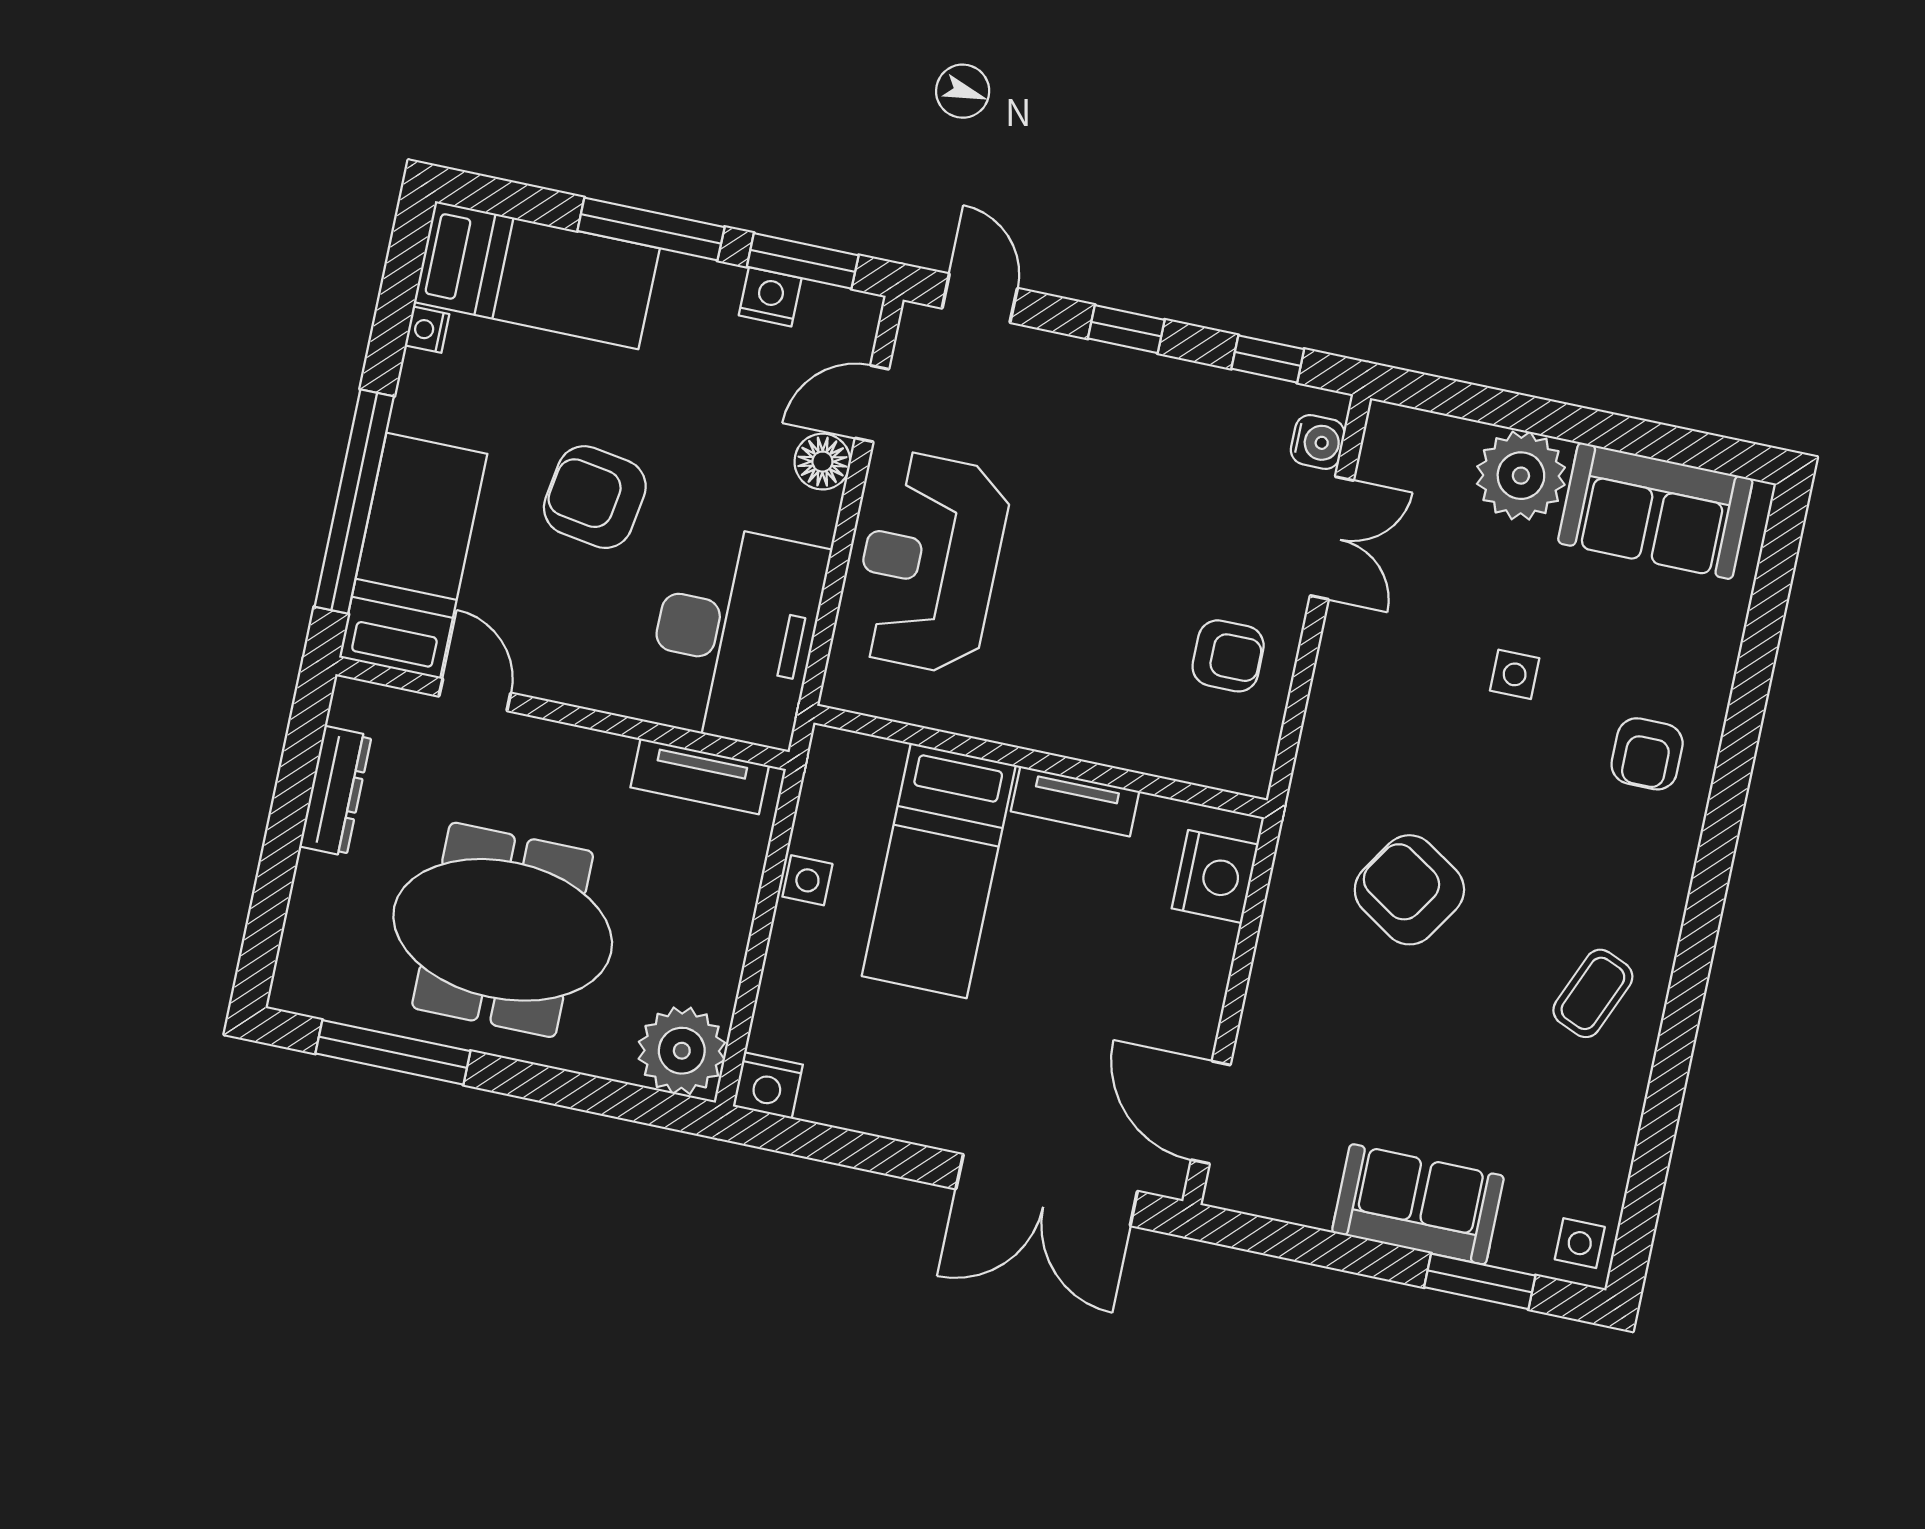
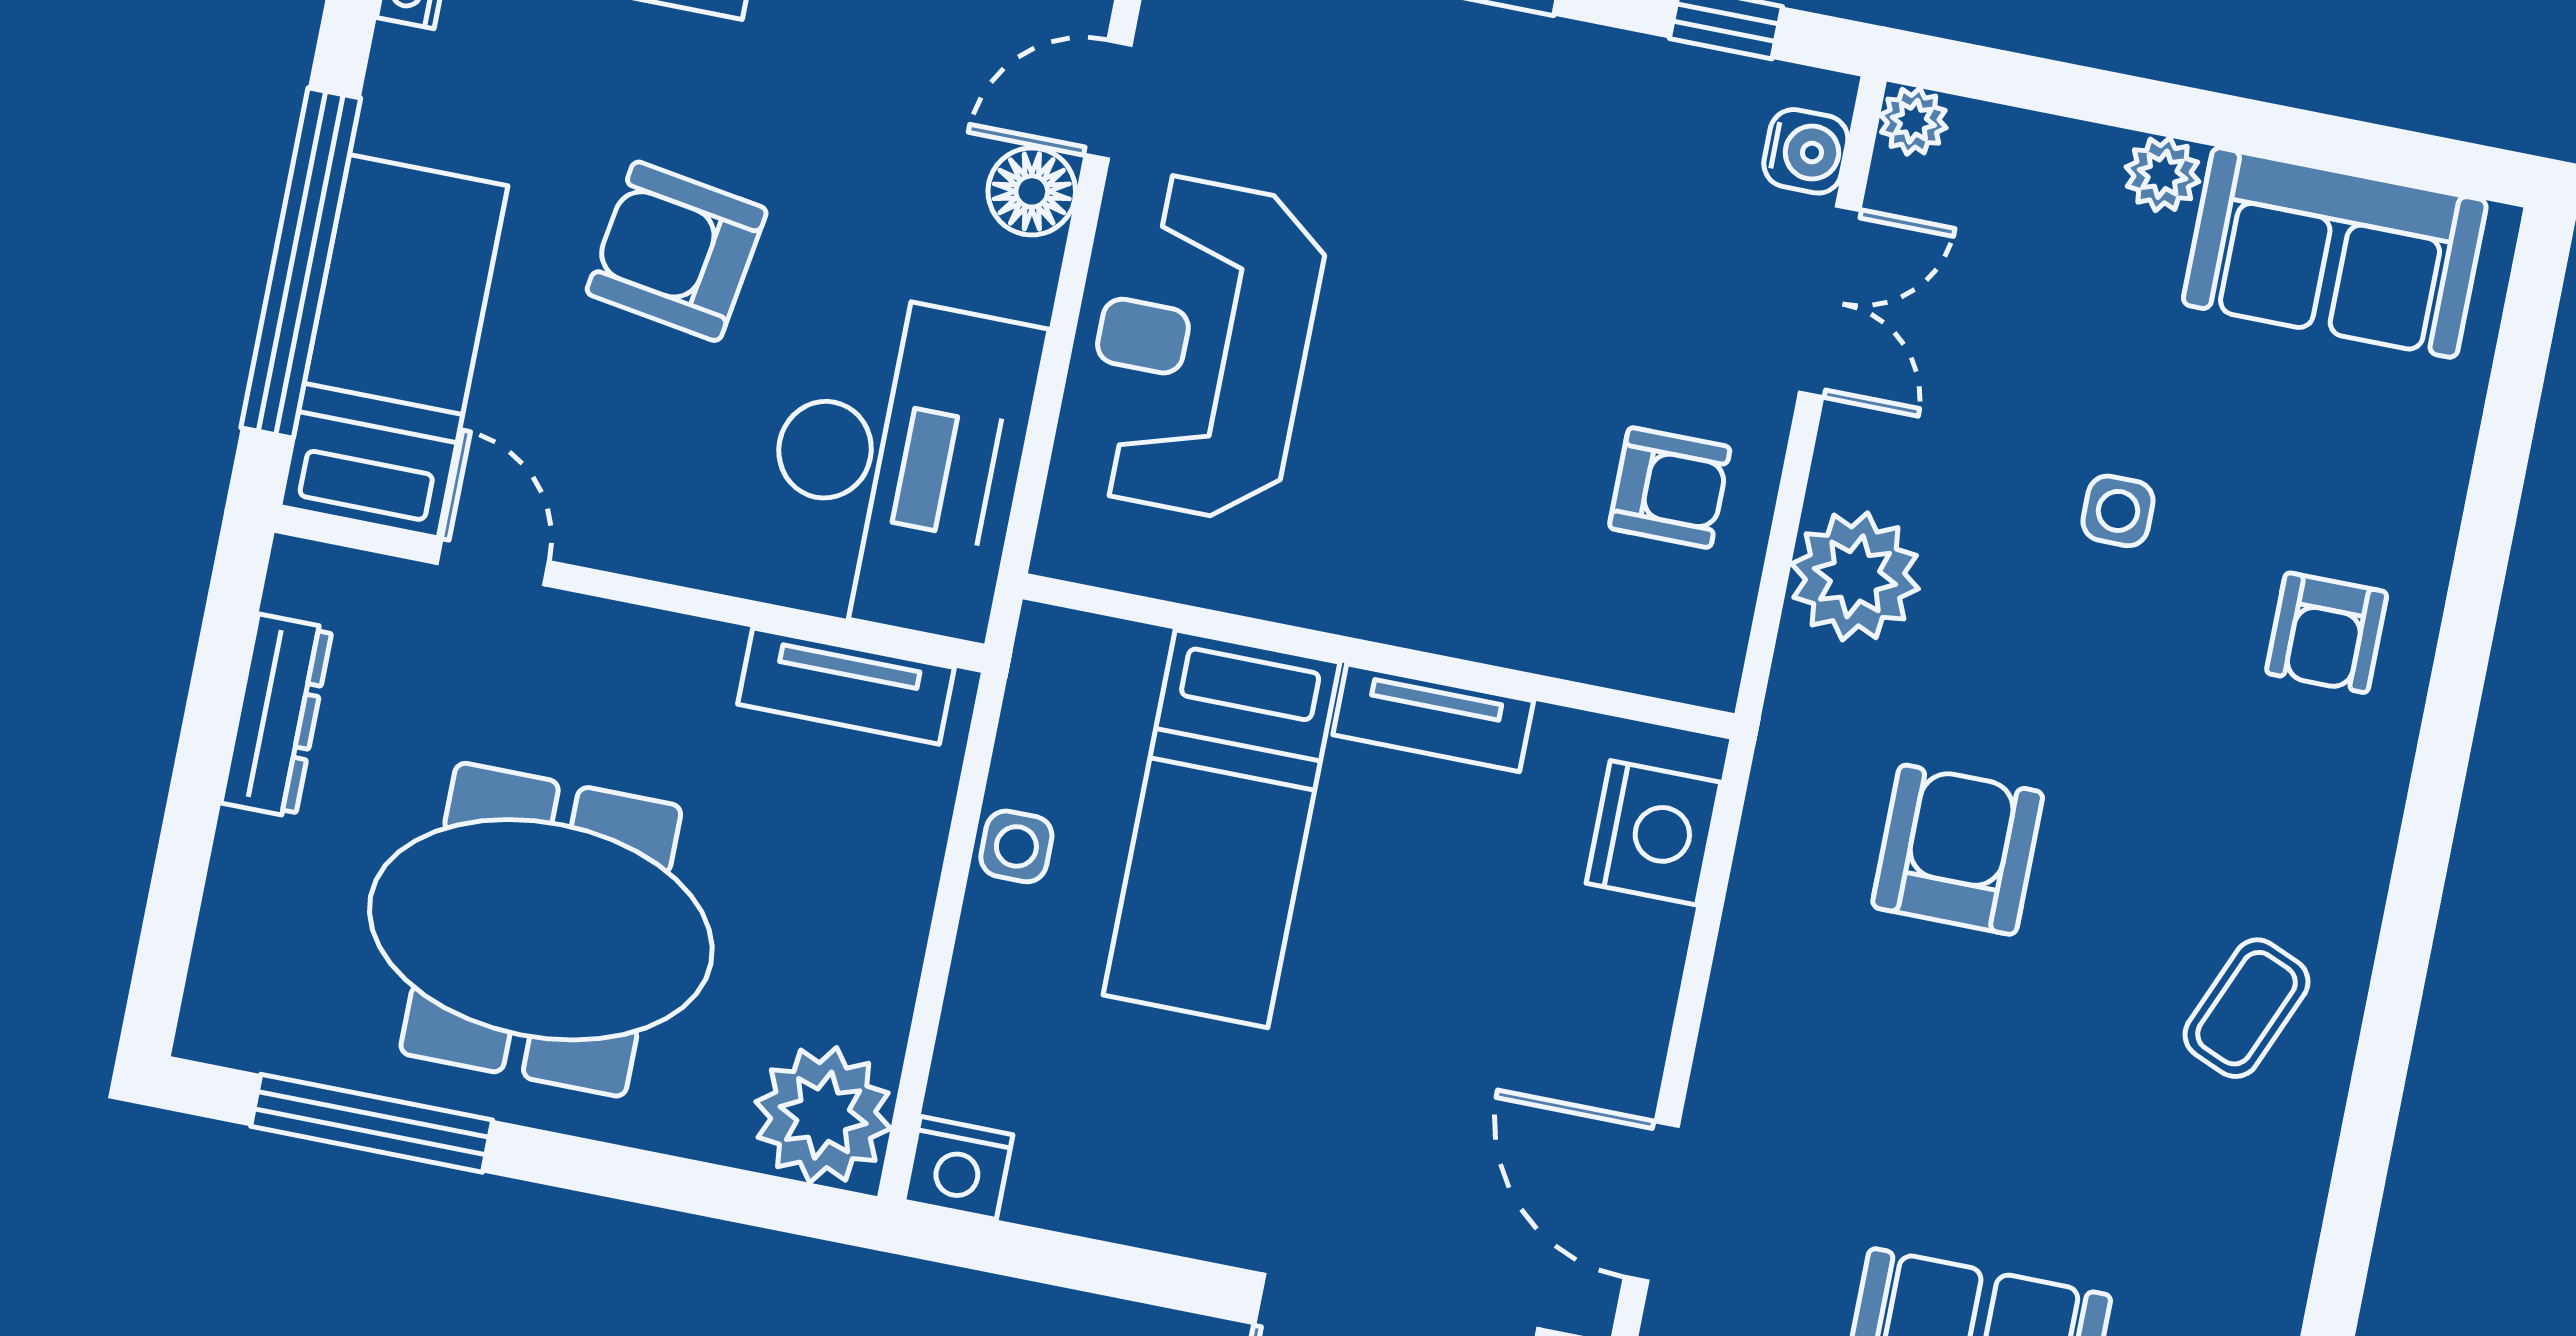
plant: (1387, 424) -> (1913, 121), added
plant: (1521, 476) -> (2163, 174), width x0.53, depth x0.53
plant: (1346, 714) -> (1855, 576), added
armchair: (1409, 890) -> (1958, 850), turned 57

